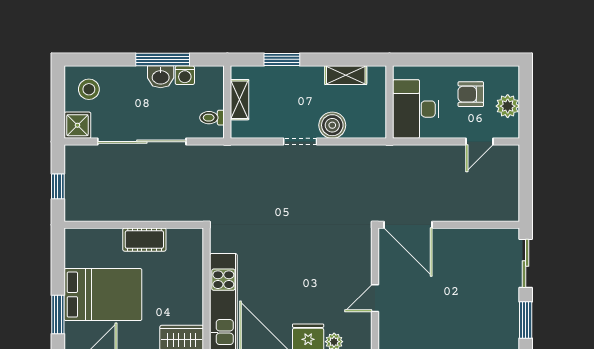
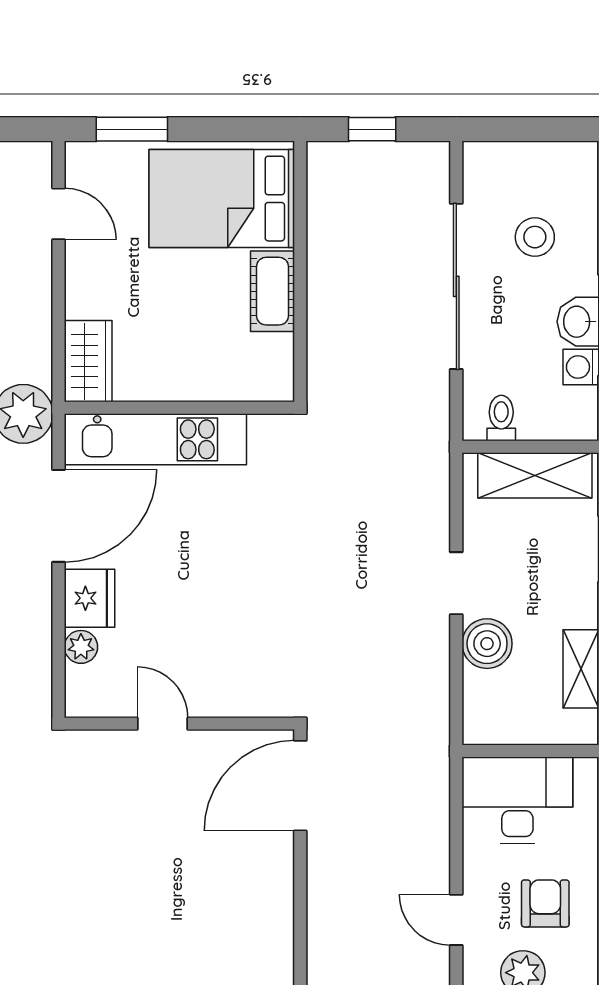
stool: (89, 89) -> (535, 237), moved
shelving: (240, 100) -> (535, 475), width x1.50, depth x1.33
shower: (77, 125) -> (487, 166), removed
bed: (103, 295) -> (222, 199), moved, turned 90

